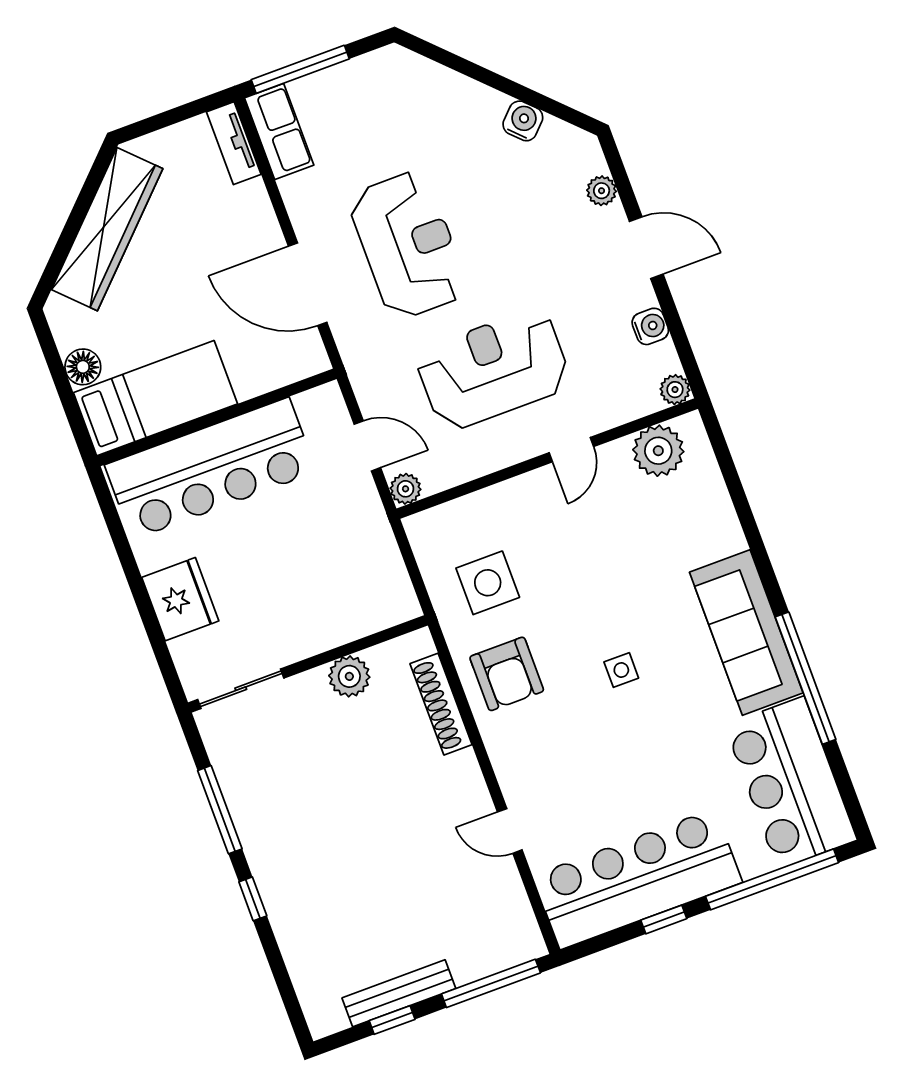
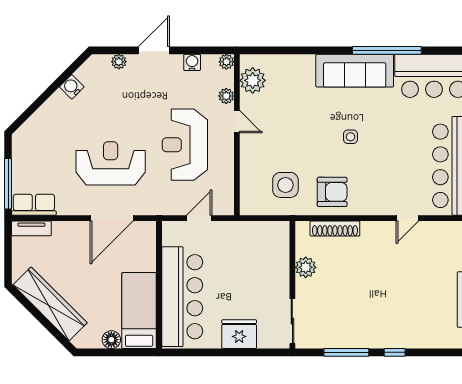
plant: (406, 489) -> (226, 96), moved

